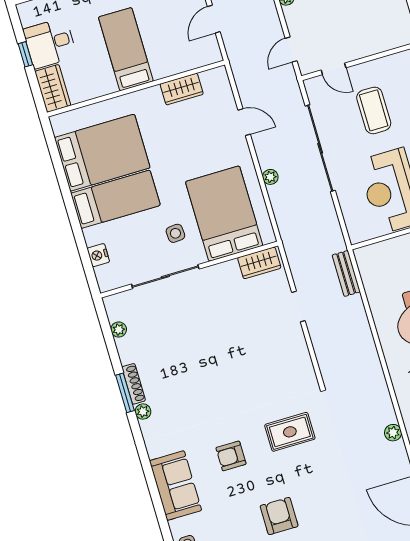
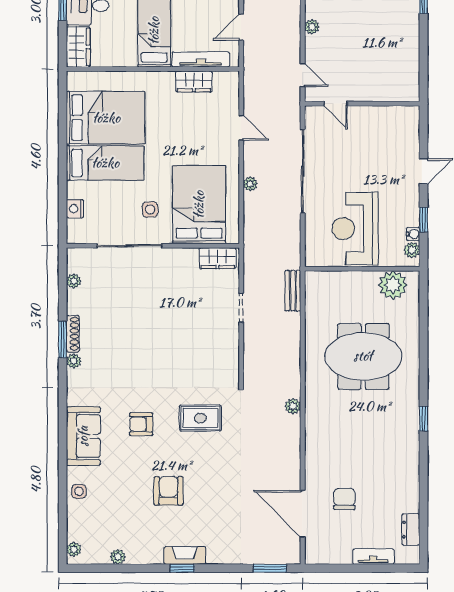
door: (291, 50) -> (303, 75), swing flipped
tv unit: (182, 64) -> (201, 59), added
coffee table: (374, 110) -> (361, 151), removed
plant: (393, 433) -> (293, 406), moved

